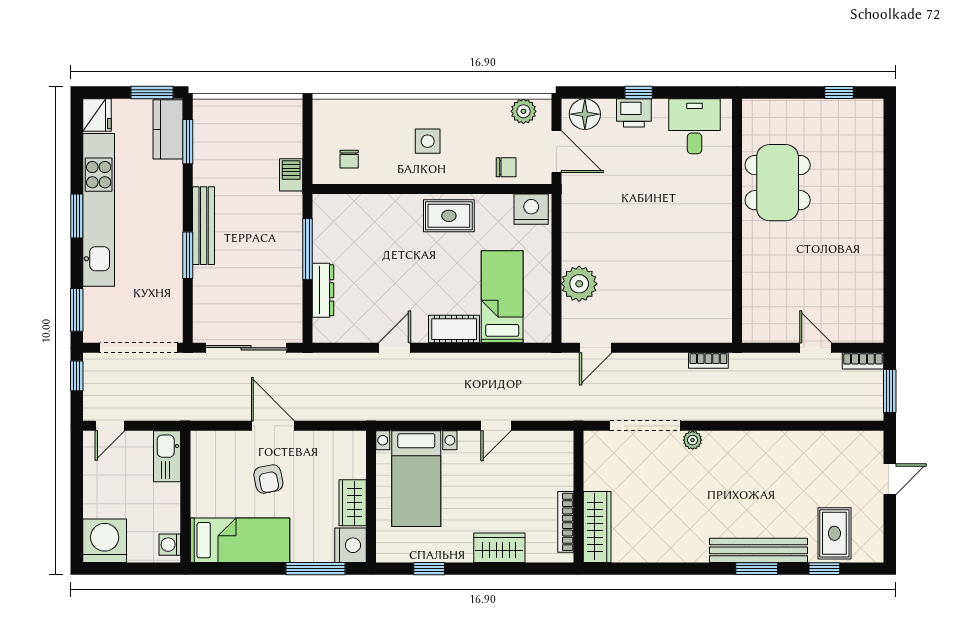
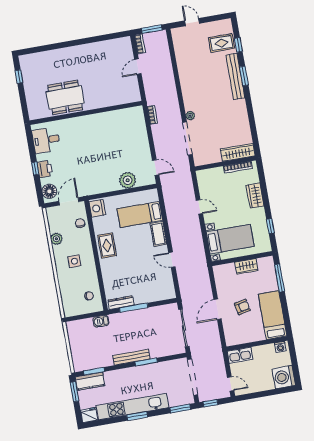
plant: (523, 111) -> (56, 239), moved
dresser: (323, 290) -> (121, 303), moved
nightstand: (350, 545) -> (266, 264), removed

